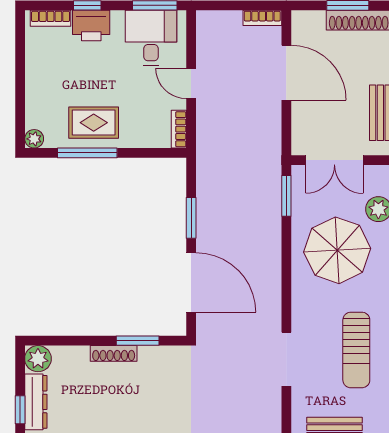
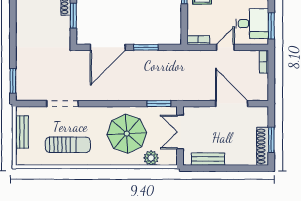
bookcase: (262, 18) -> (264, 62), moved
door: (286, 73) -> (232, 104), swing flipped
sun lounger: (356, 350) -> (68, 145), turned 180

